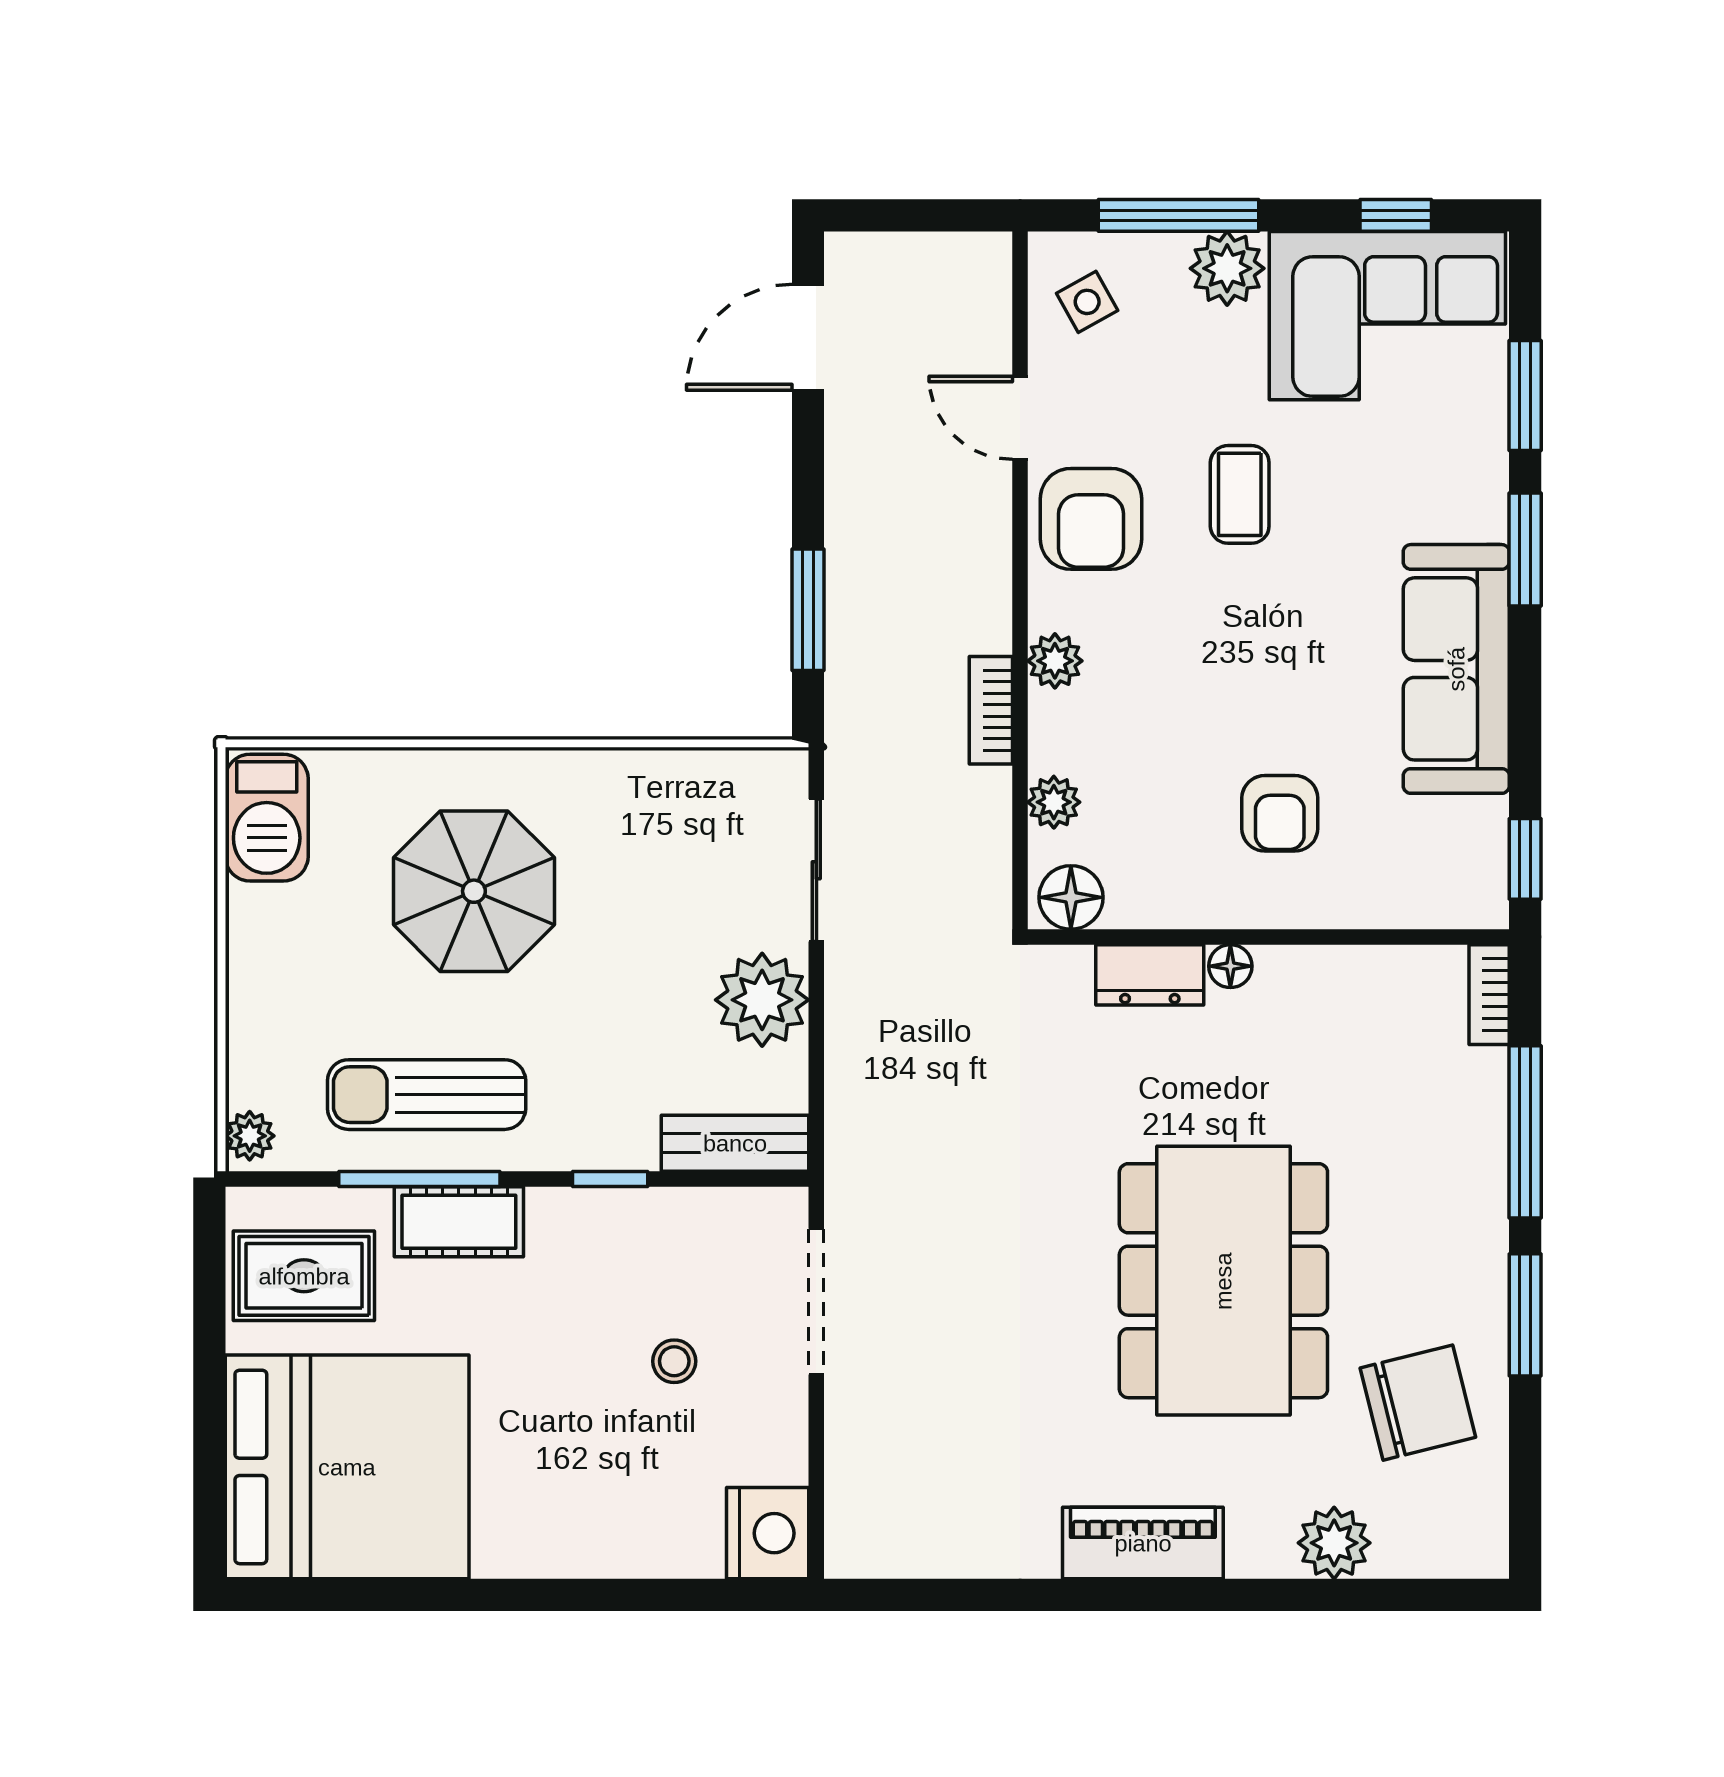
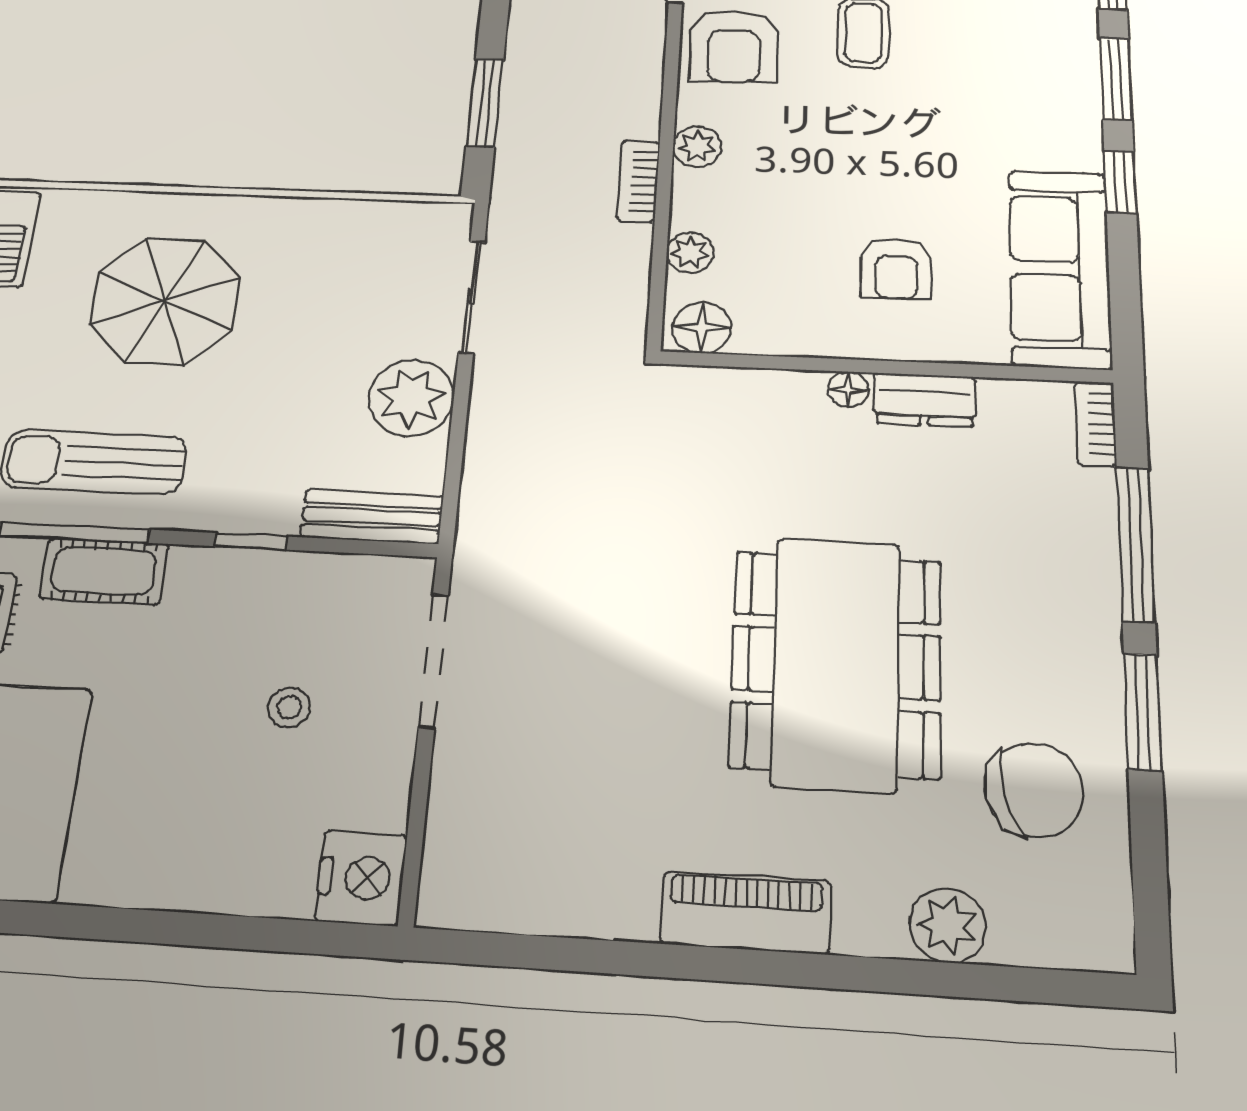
sofa: (1456, 669) -> (1060, 268), moved
window: (1525, 859) -> (1120, 182), moved
dresser: (1150, 975) -> (925, 400), moved

